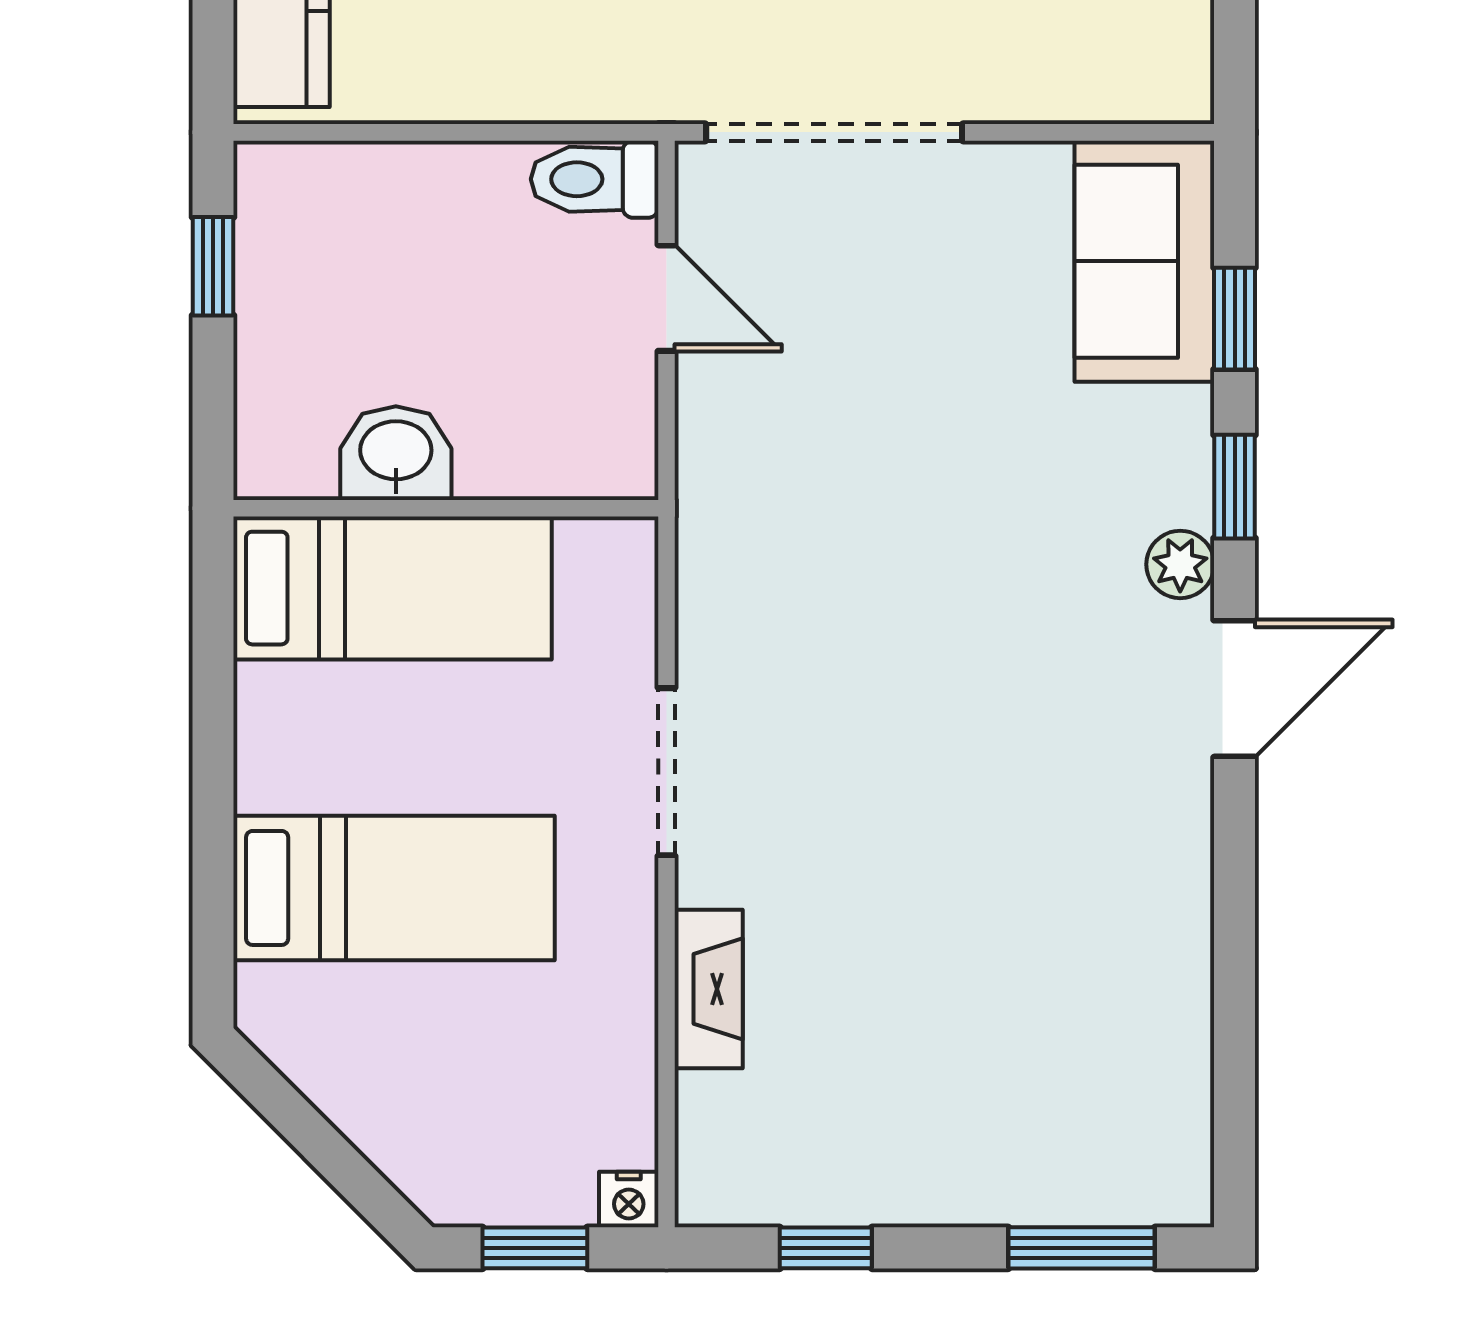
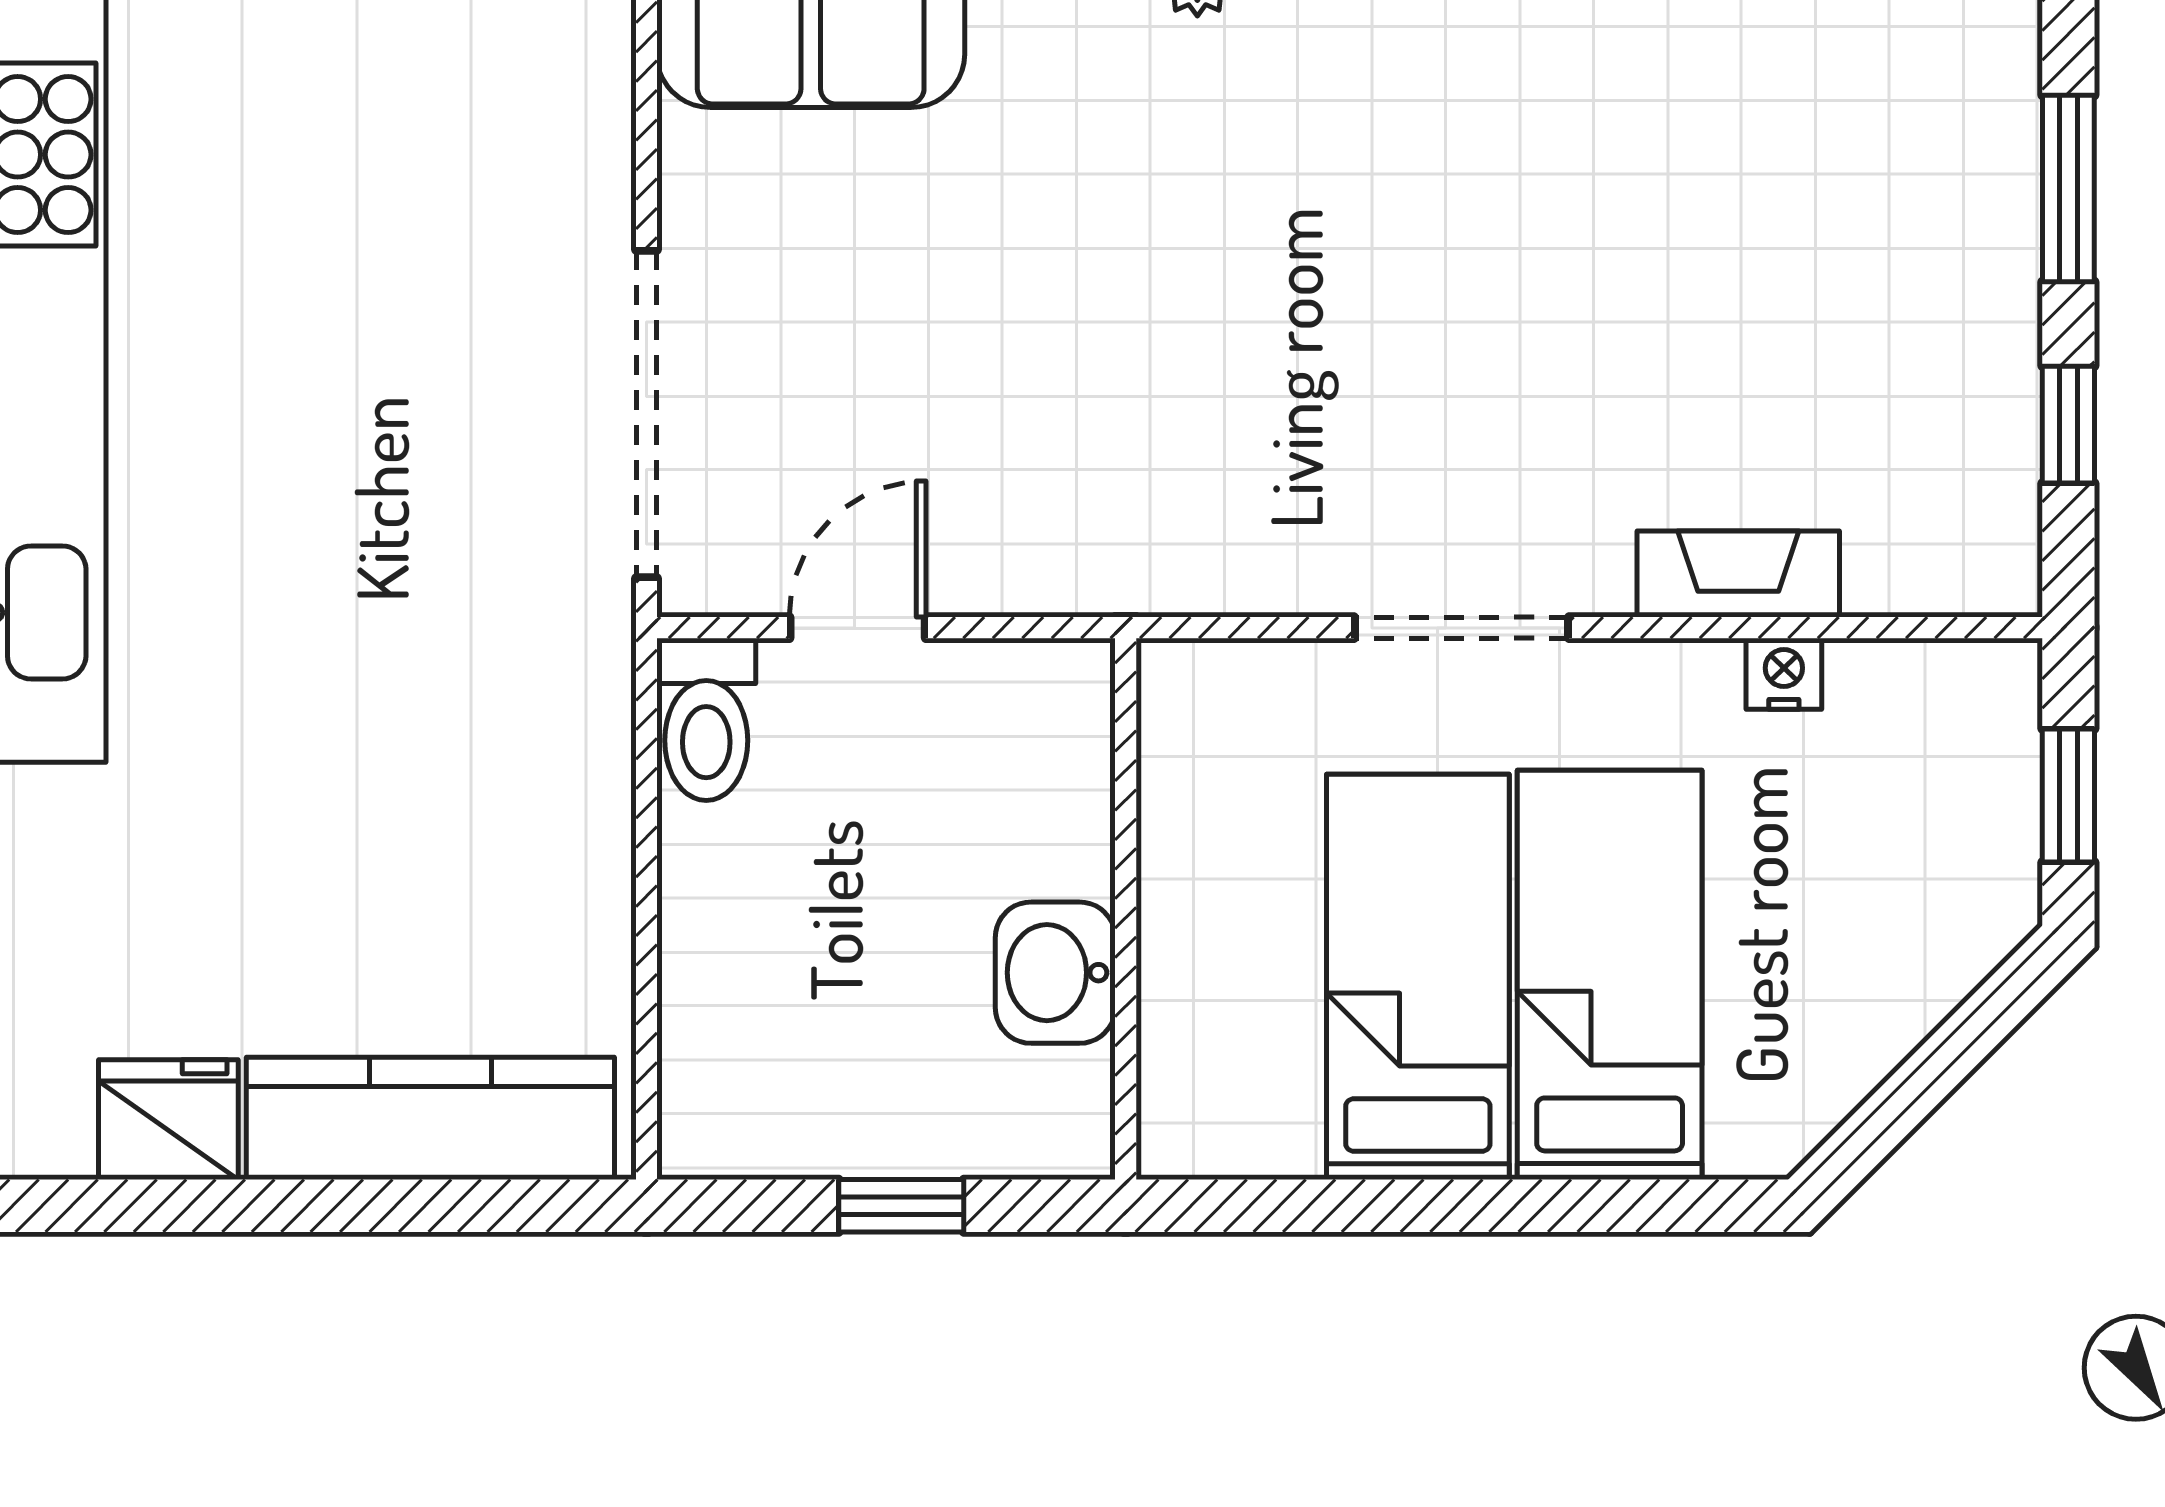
window: (213, 266) -> (901, 1206), moved
bed: (392, 588) -> (1418, 977), moved
nightstand: (629, 1200) -> (1784, 674), moved, turned -90
window: (1082, 1248) -> (2068, 189), moved

